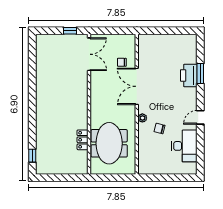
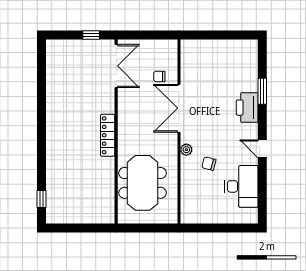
printer: (189, 75) -> (247, 108), moved
door: (200, 117) -> (262, 149), hinge flipped
locker: (83, 140) -> (108, 135), moved, width x1.53

